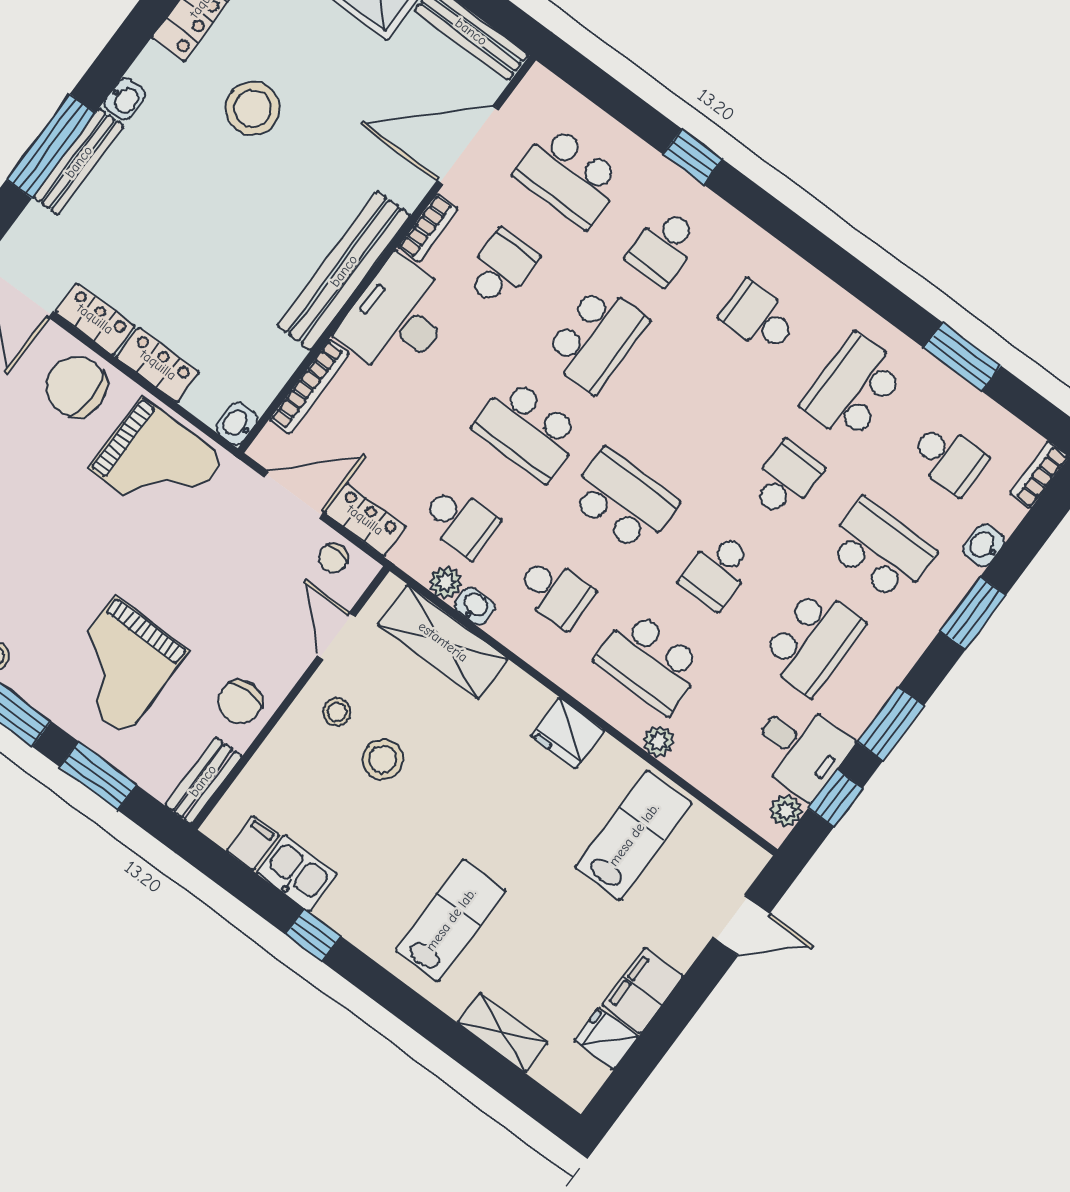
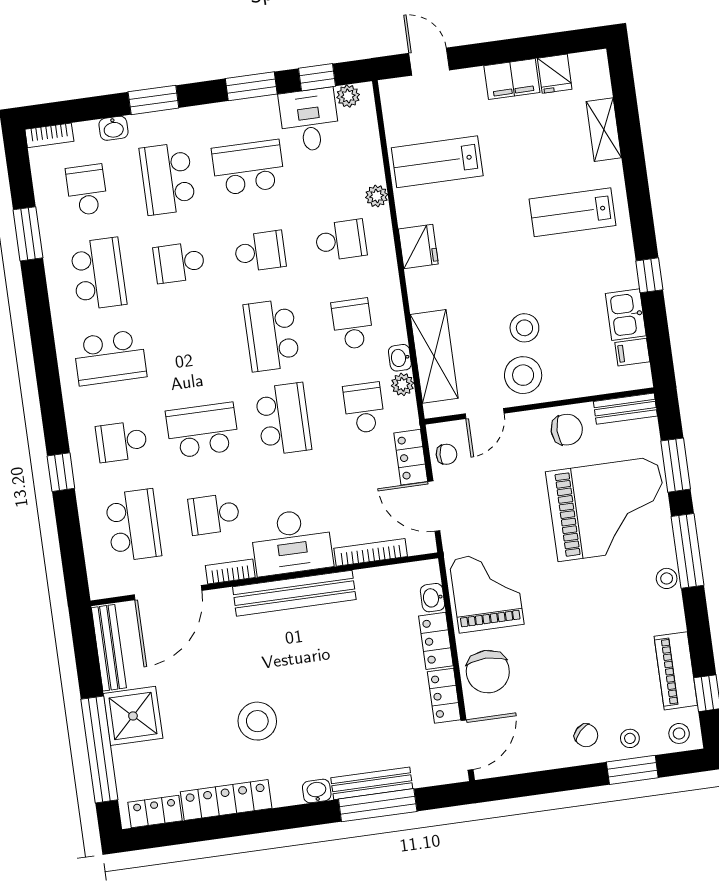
door: (468, 145) -> (168, 593), hinge flipped
school desk: (664, 247) -> (122, 441), turned 180
school desk: (759, 317) -> (110, 358), width x1.85
school desk: (854, 388) -> (98, 274), turned -90
washbasin: (237, 424) -> (433, 598), moved, turned 90
school desk: (650, 662) -> (341, 240), width x0.54
grand piano: (120, 666) -> (608, 509), width x1.37, depth x1.48
stool: (337, 712) -> (523, 375), width x1.89, depth x1.89

